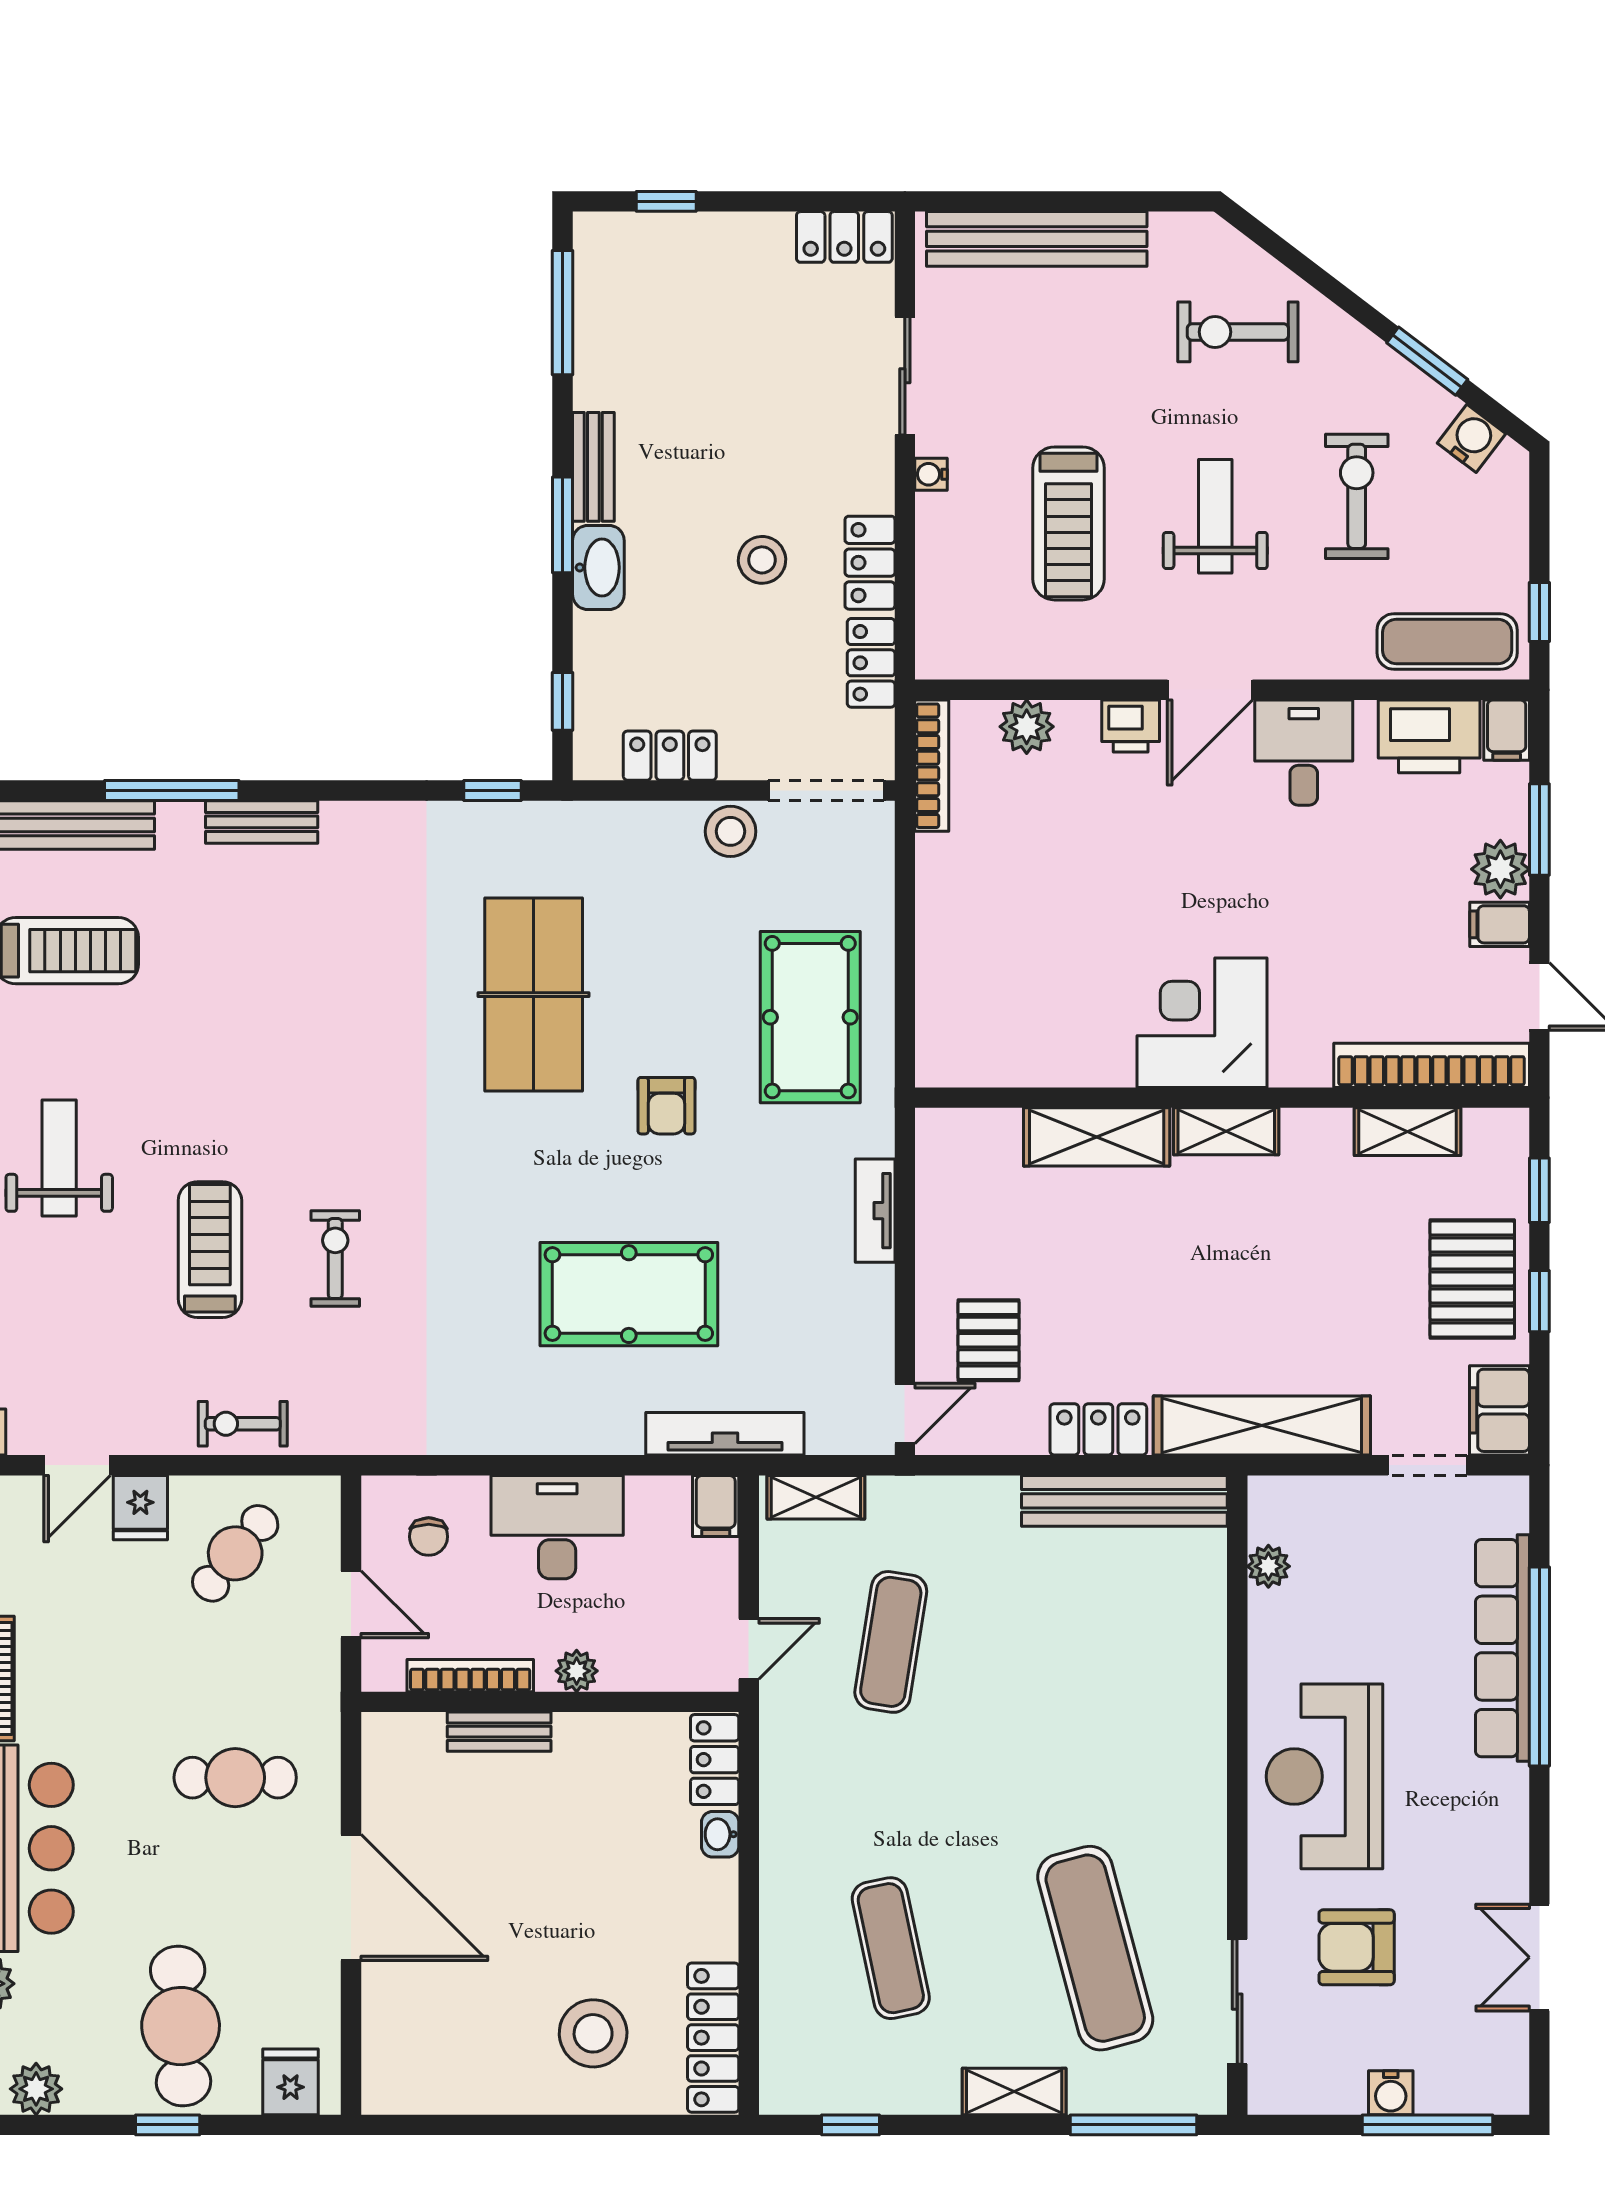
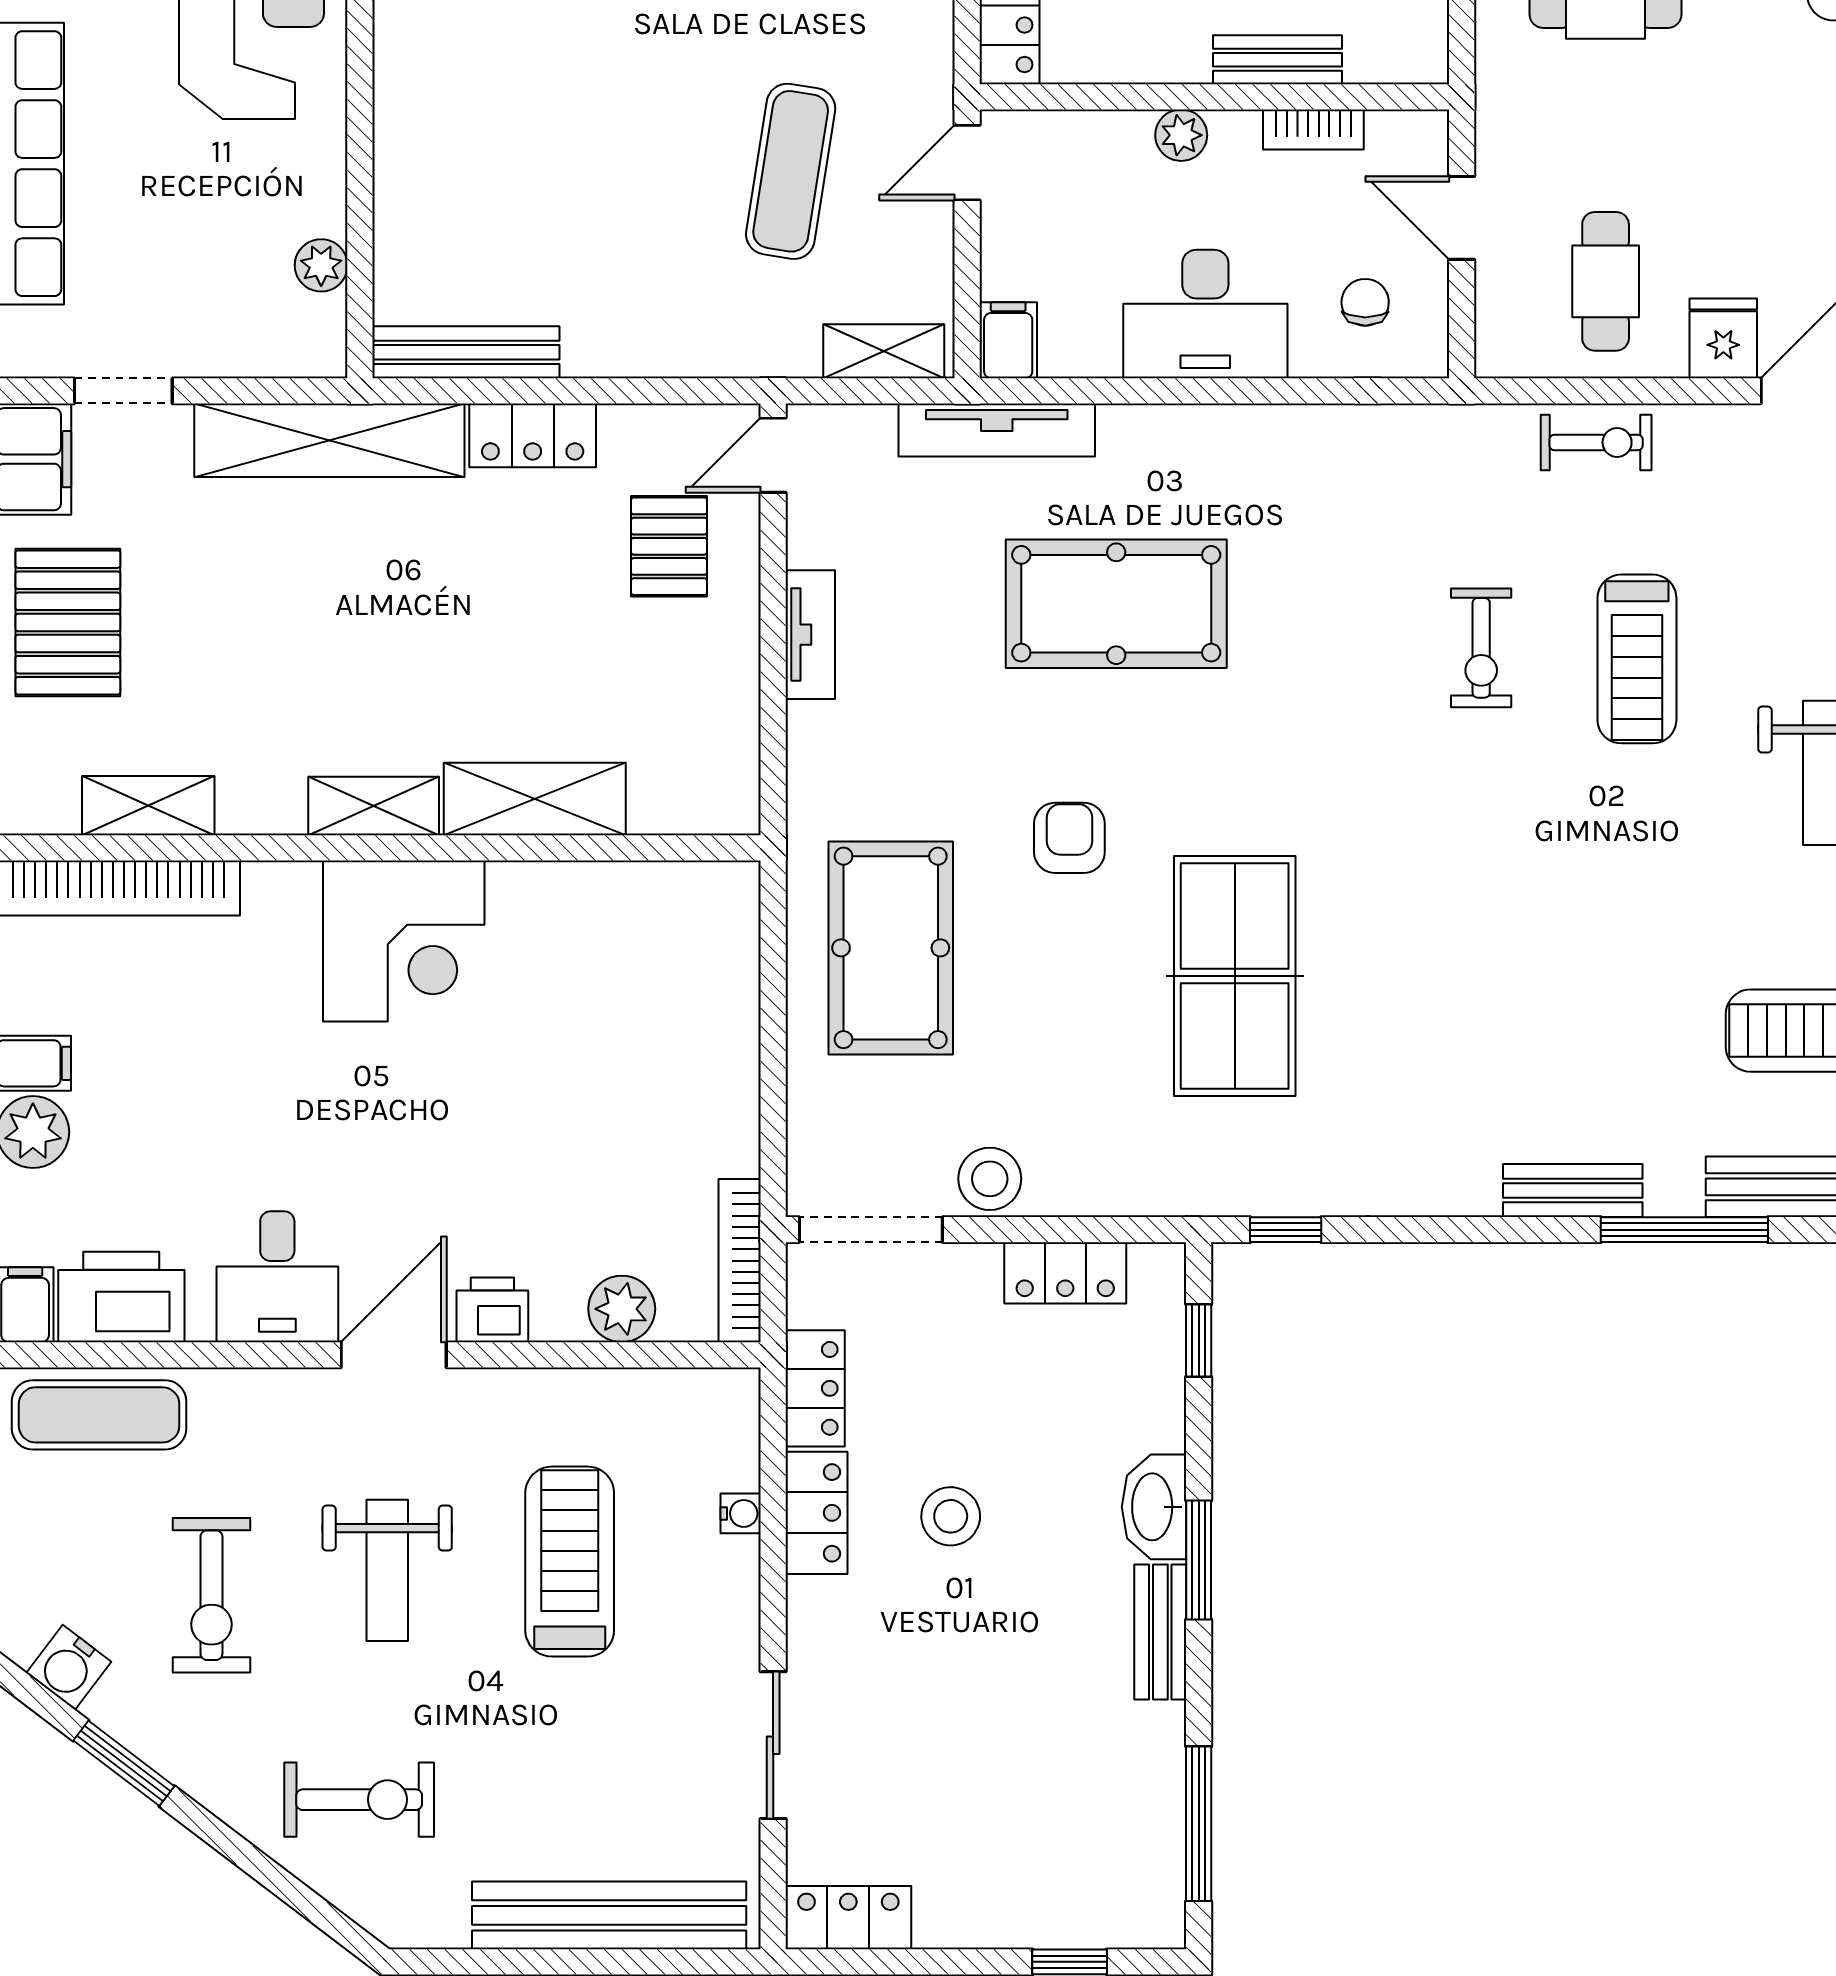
water cooler: (931, 474) -> (741, 1513), moved
tv unit: (875, 1211) -> (810, 635), moved
bench: (1124, 1501) -> (466, 352), width x0.73, depth x0.82
cafe table: (235, 1553) -> (1606, 281), turned -39
bookcase: (470, 1676) -> (1313, 129), width x0.64

